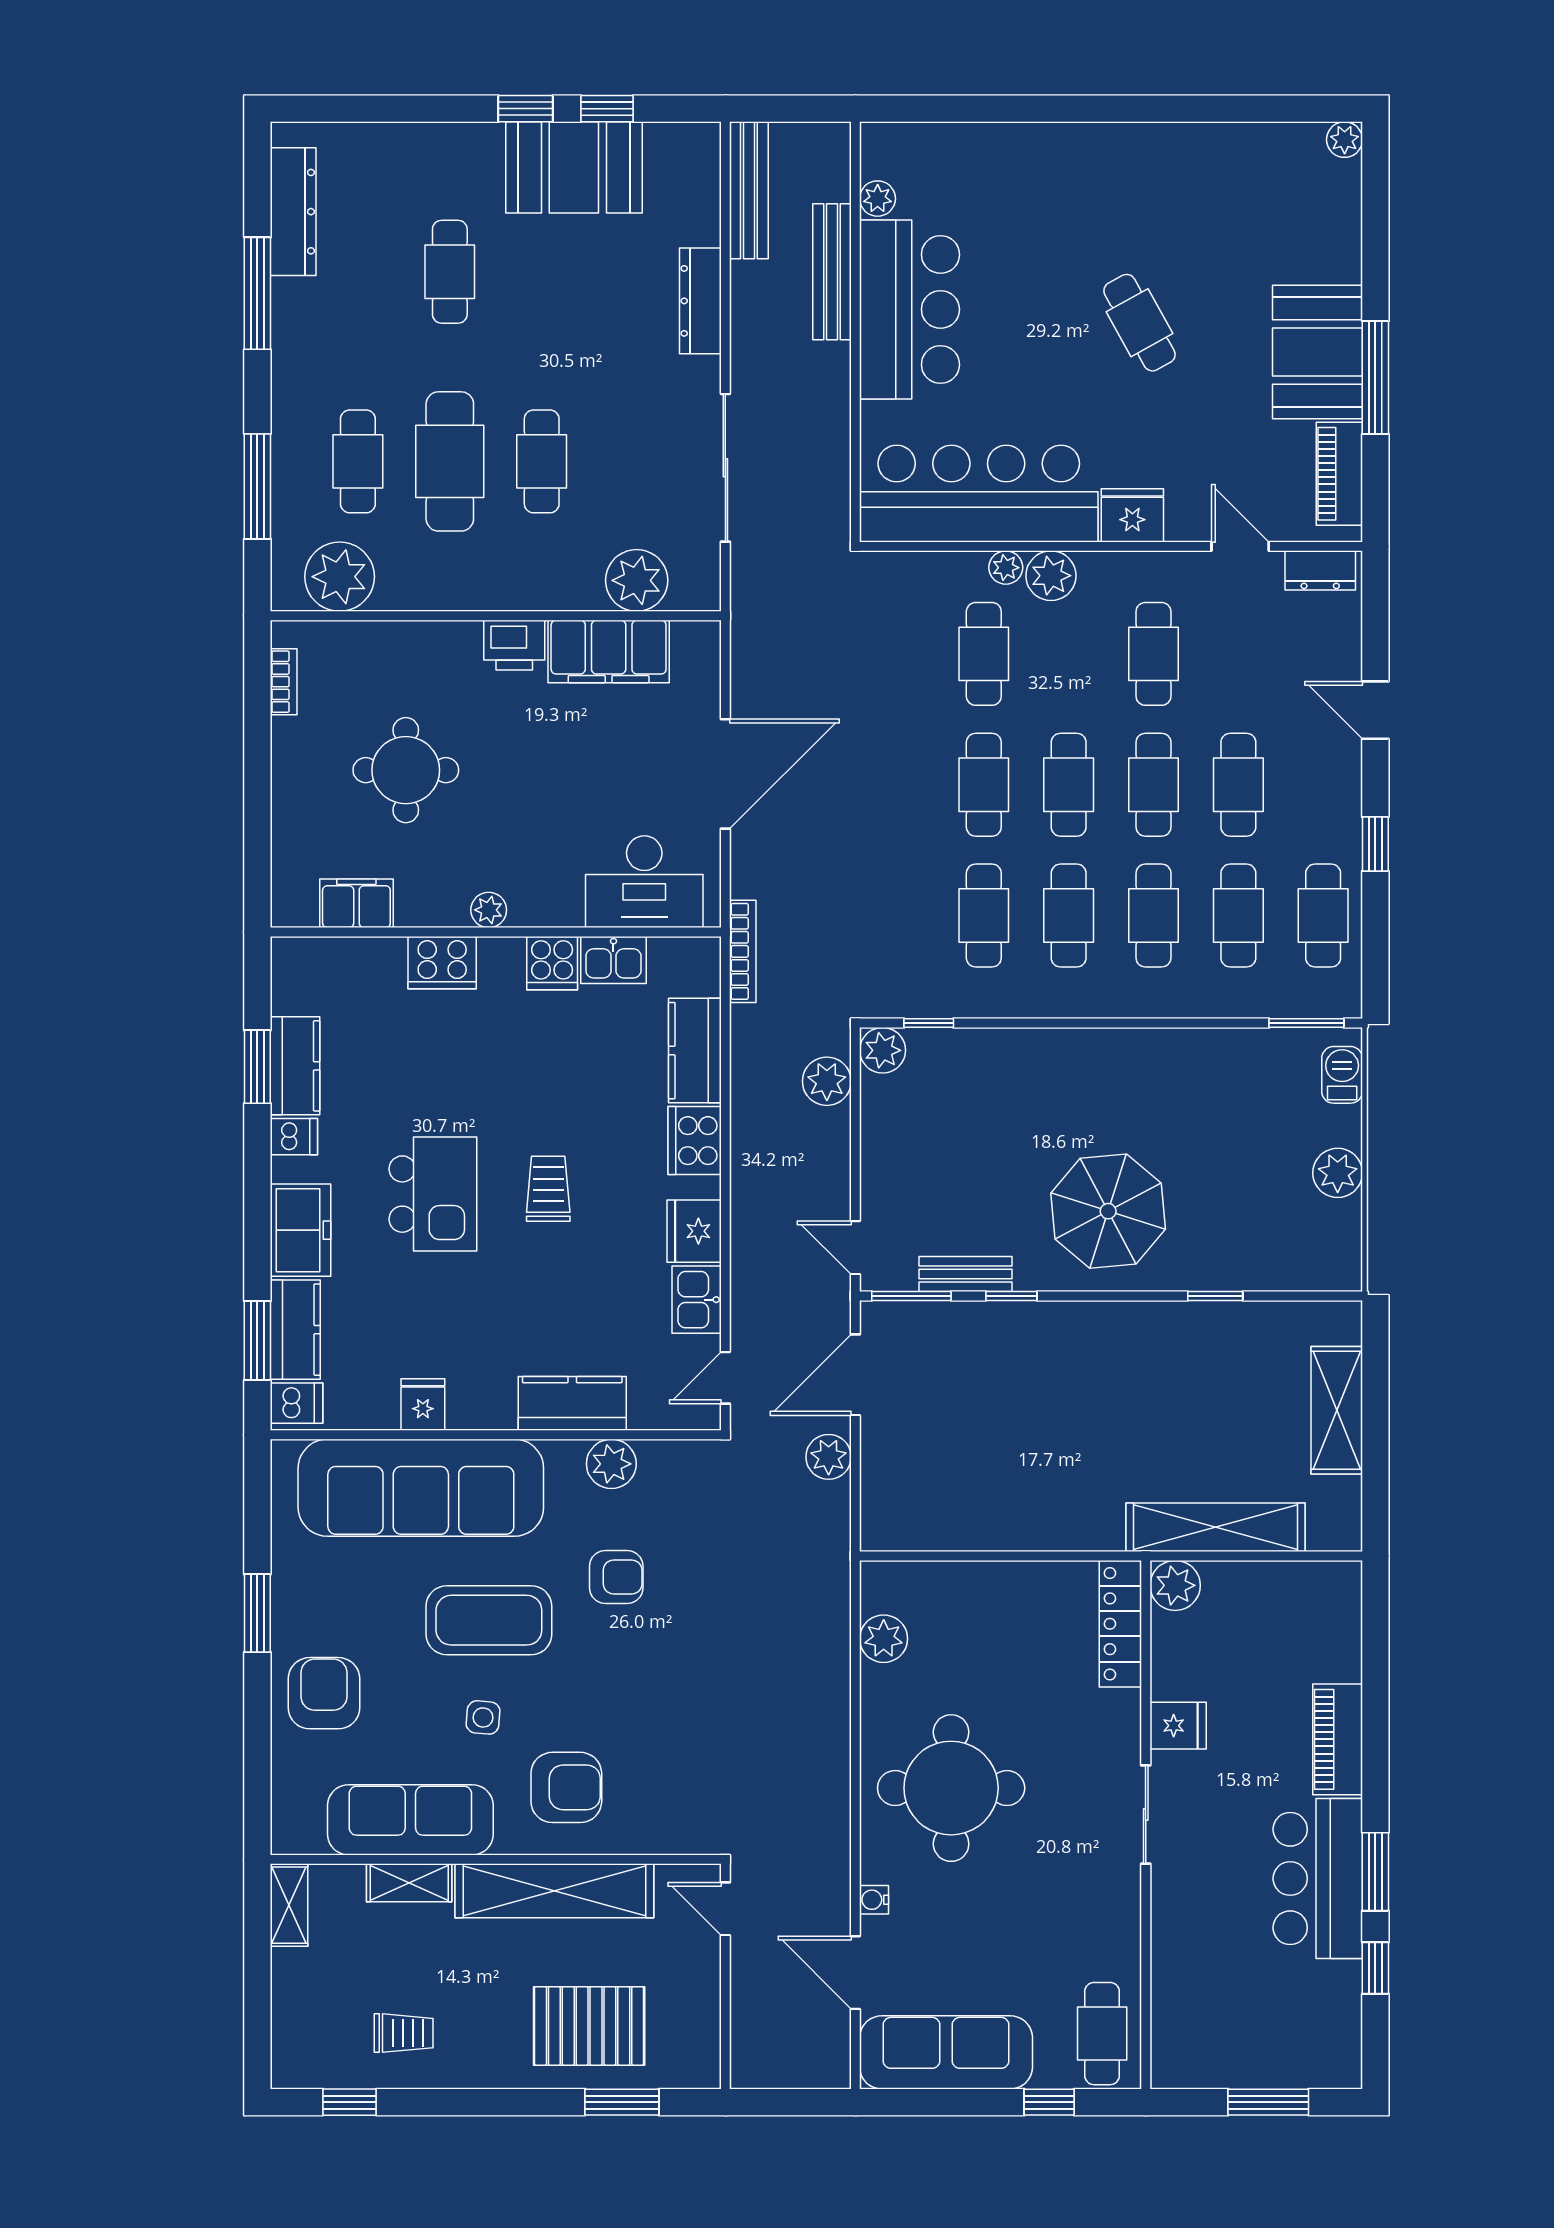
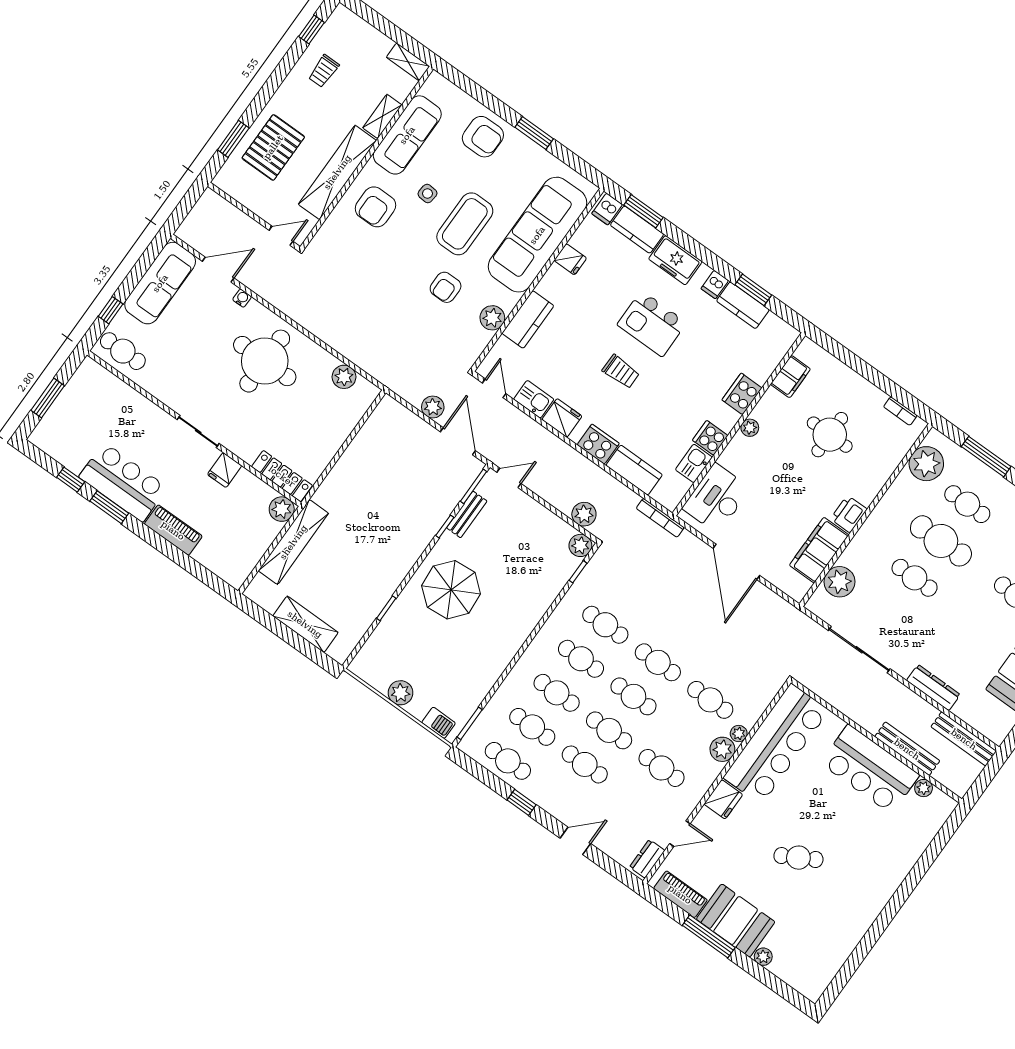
plant: (1345, 140) -> (763, 957), moved

